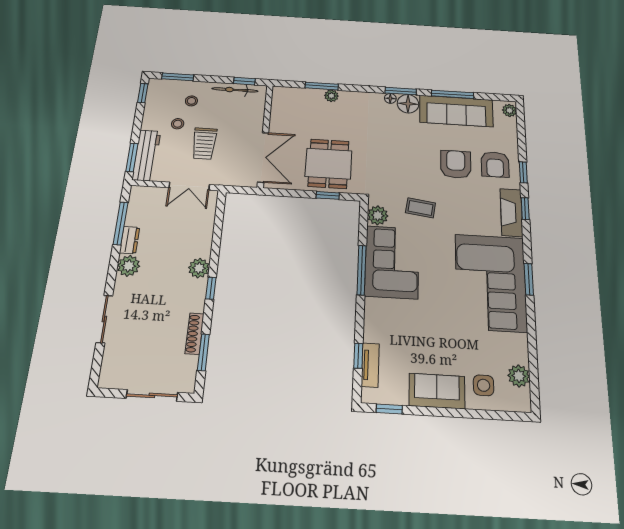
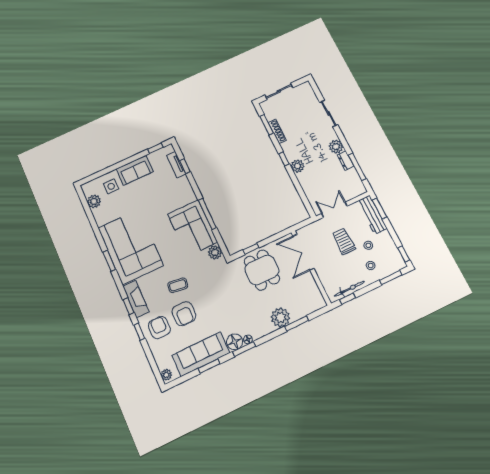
window: (453, 94) -> (209, 366), width x0.69
plant: (331, 96) -> (280, 317), width x1.88, depth x1.88
coffee table: (420, 208) -> (178, 285), moved

